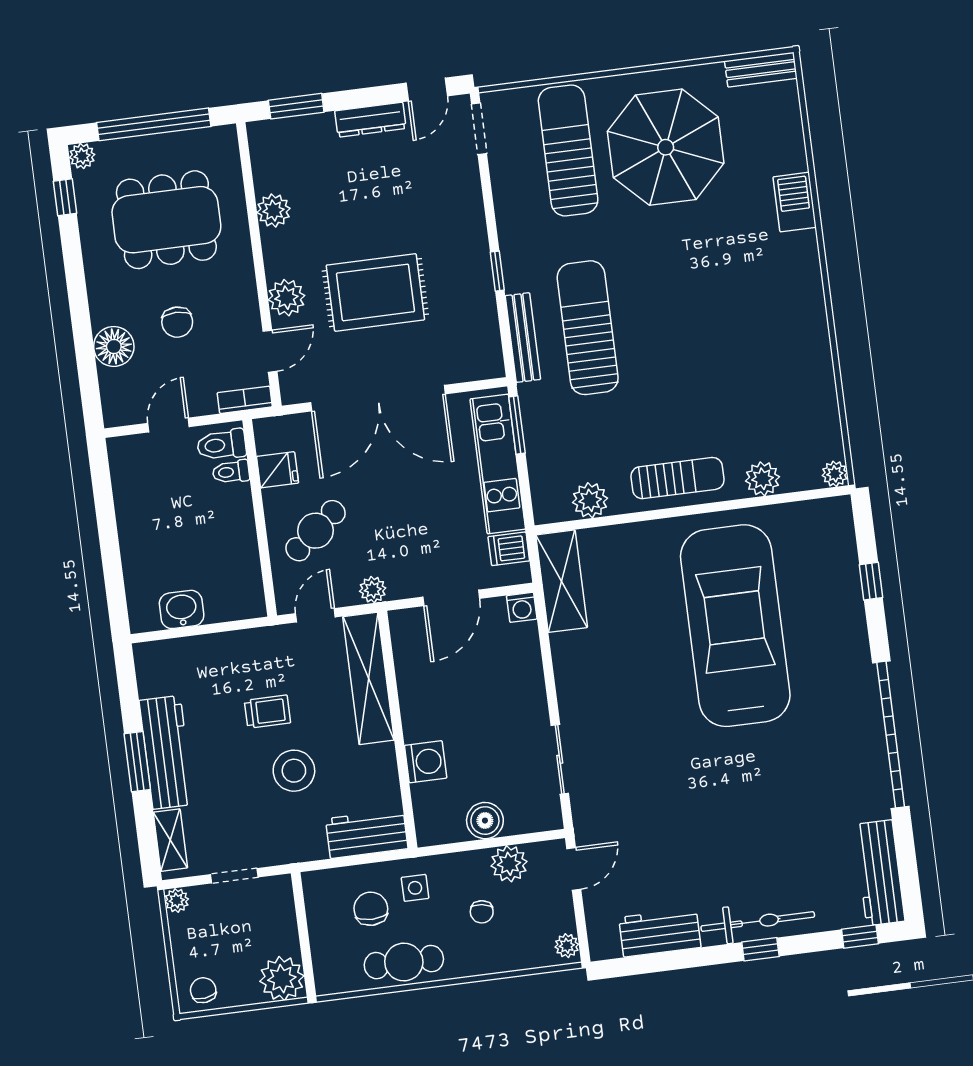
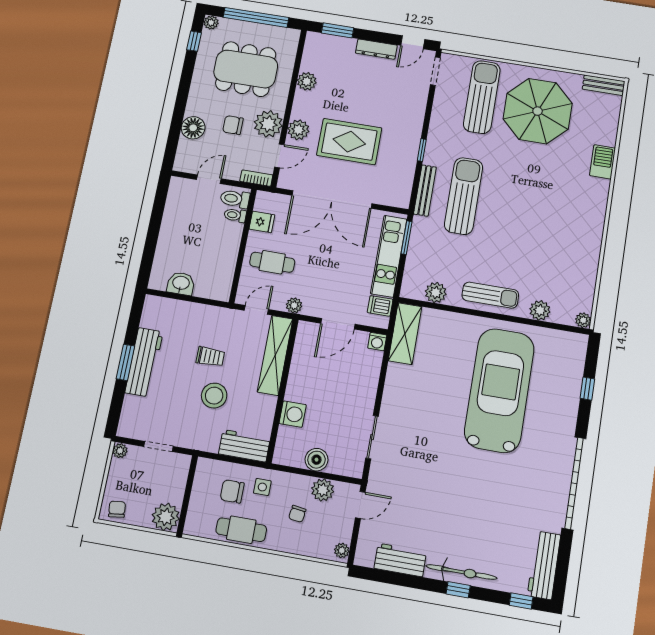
plant: (234, 303) -> (268, 124), added
chair: (177, 322) -> (233, 125), turned 90
cafe table: (316, 531) -> (272, 262), turned 39
shelving: (170, 840) -> (129, 414), removed
chair: (371, 909) -> (232, 491), turned -90

